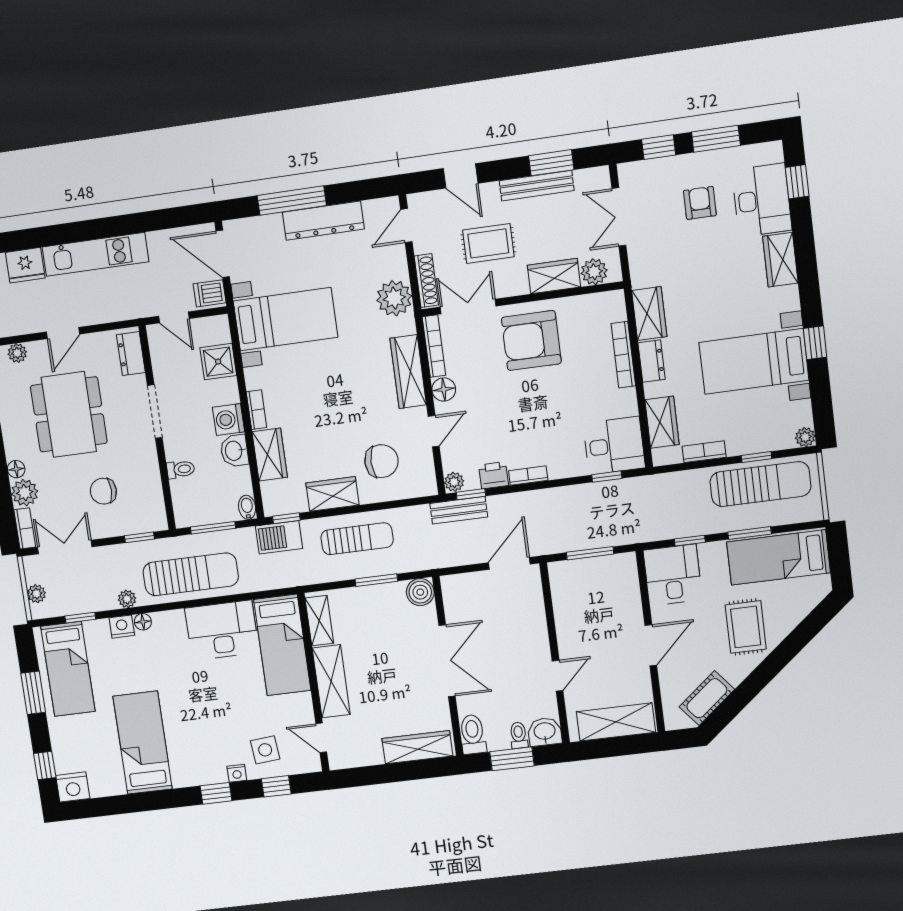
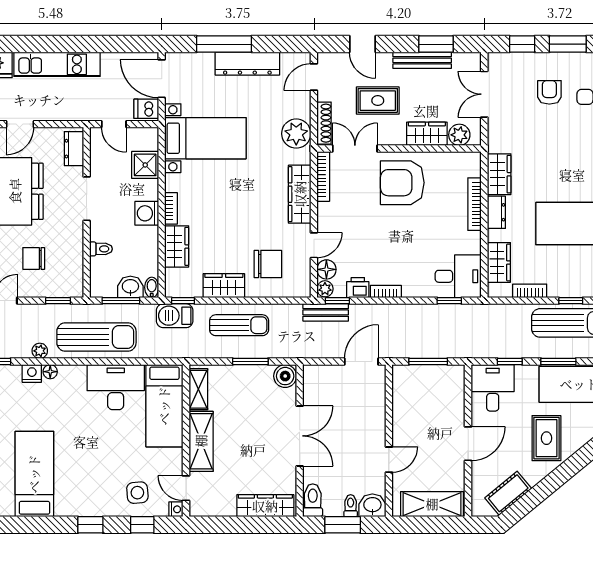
floor lamp: (444, 389) -> (326, 269), moved
washbasin: (234, 451) -> (130, 287), moved, turned 90
nightstand: (237, 773) -> (176, 509), moved, turned -90

